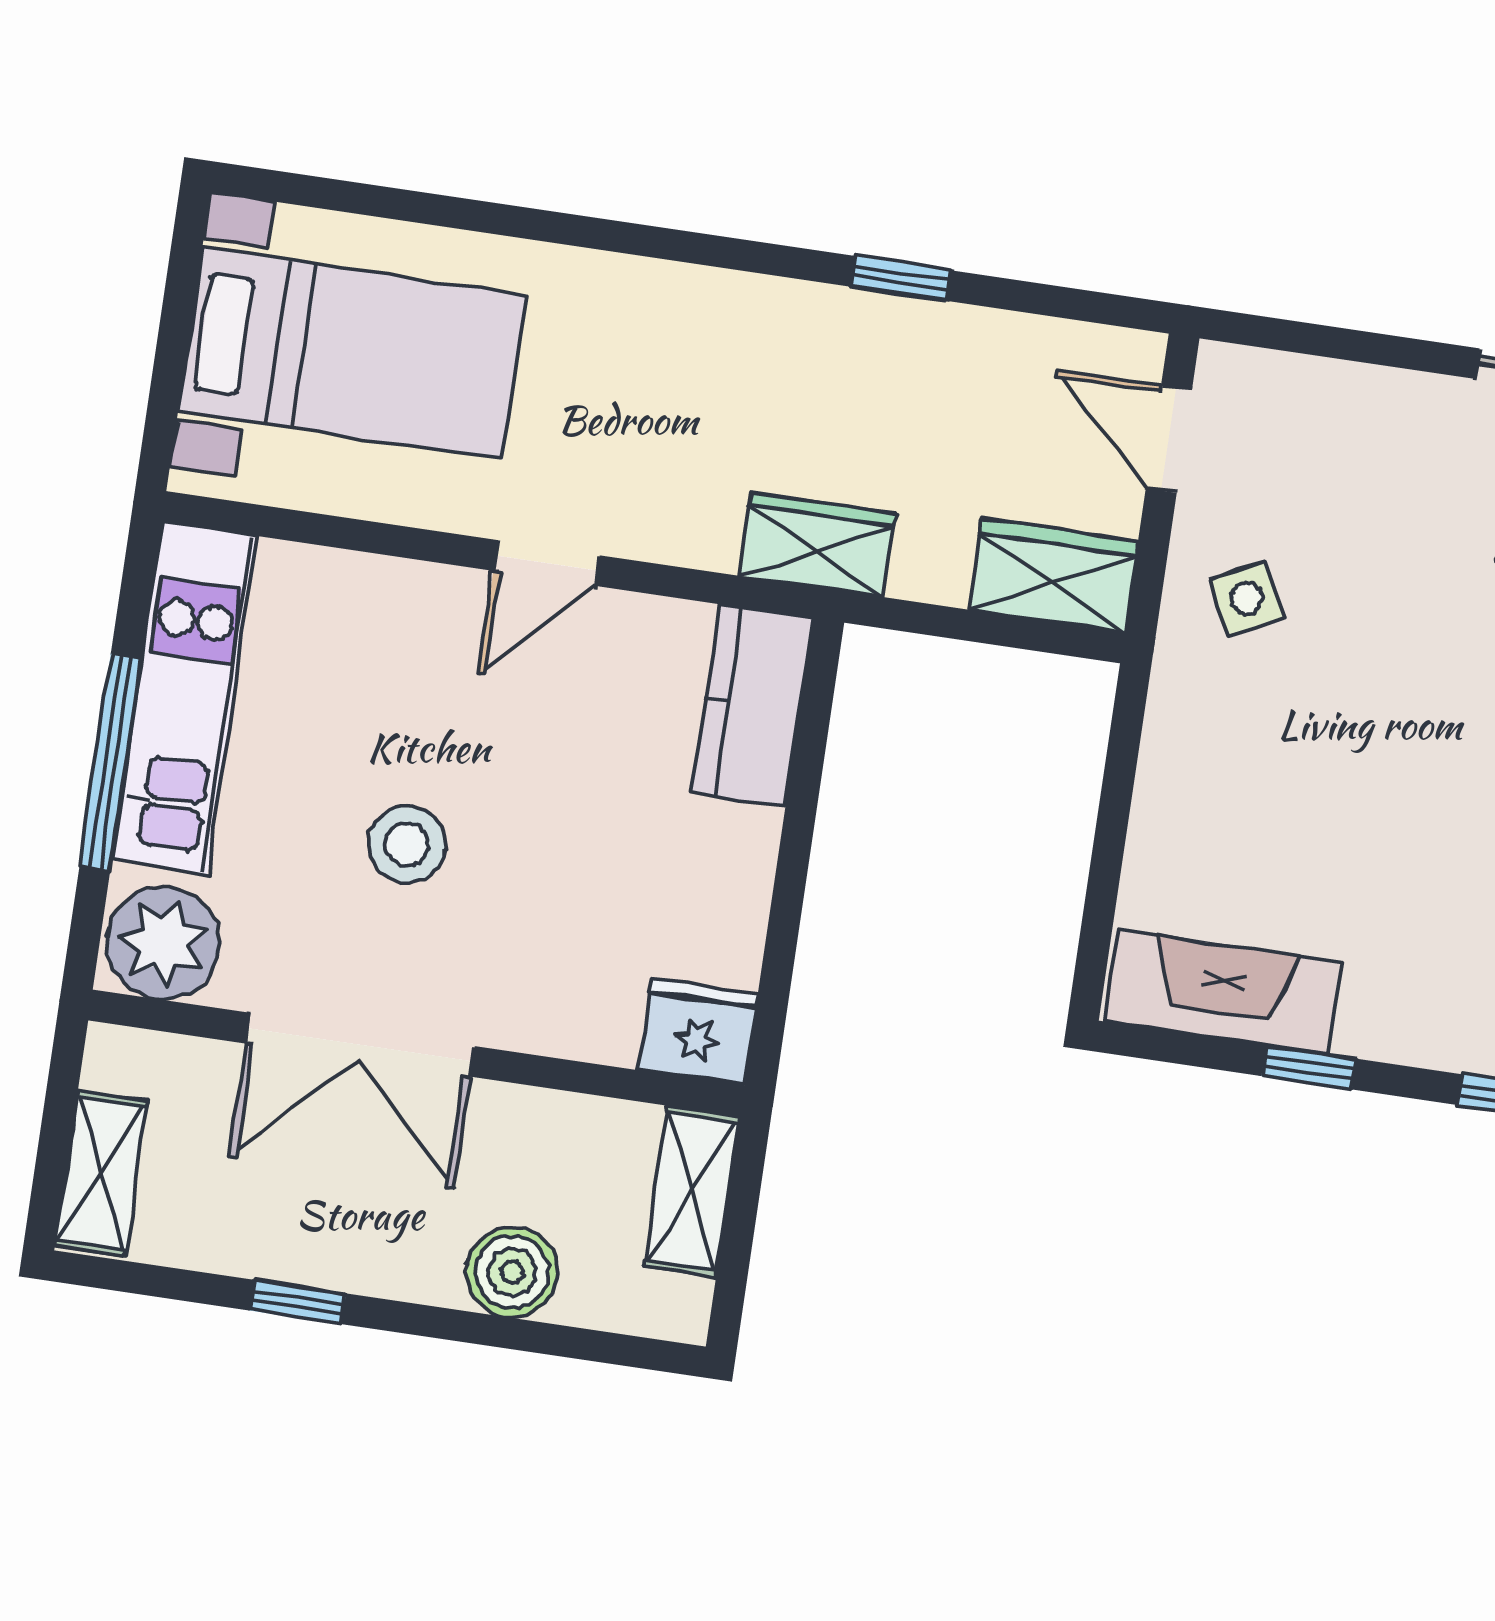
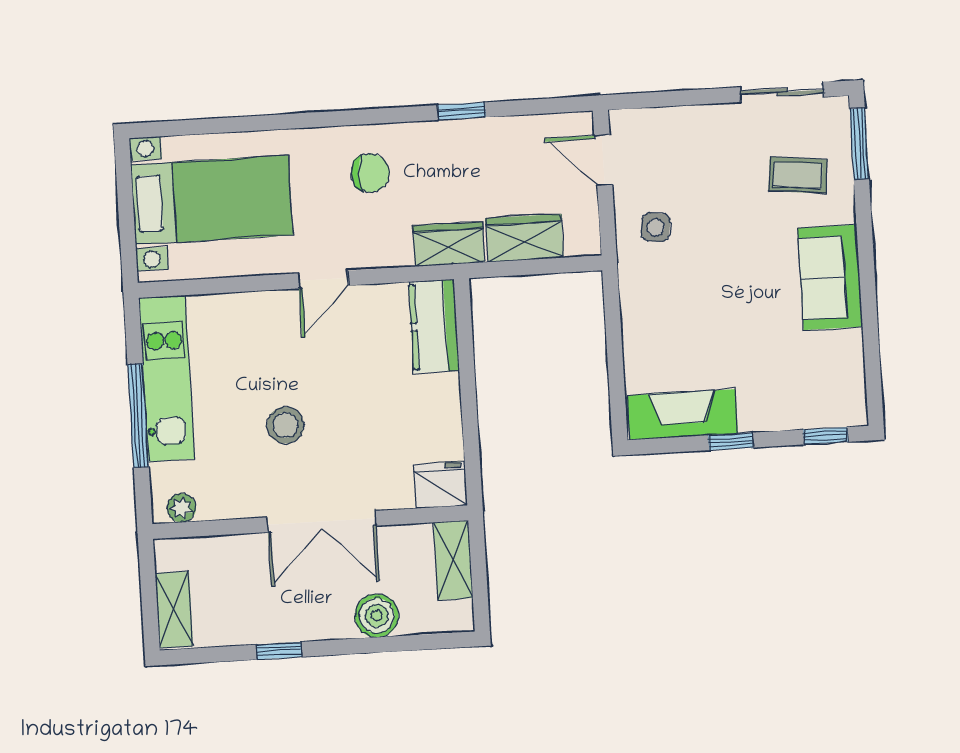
chair: (688, 366) -> (370, 173), added
wardrobe: (1053, 576) -> (525, 238), moved
side table: (1247, 598) -> (656, 227), turned 36
plant: (163, 943) -> (181, 508), width x0.53, depth x0.53
double door: (360, 1045) -> (322, 522), moved

